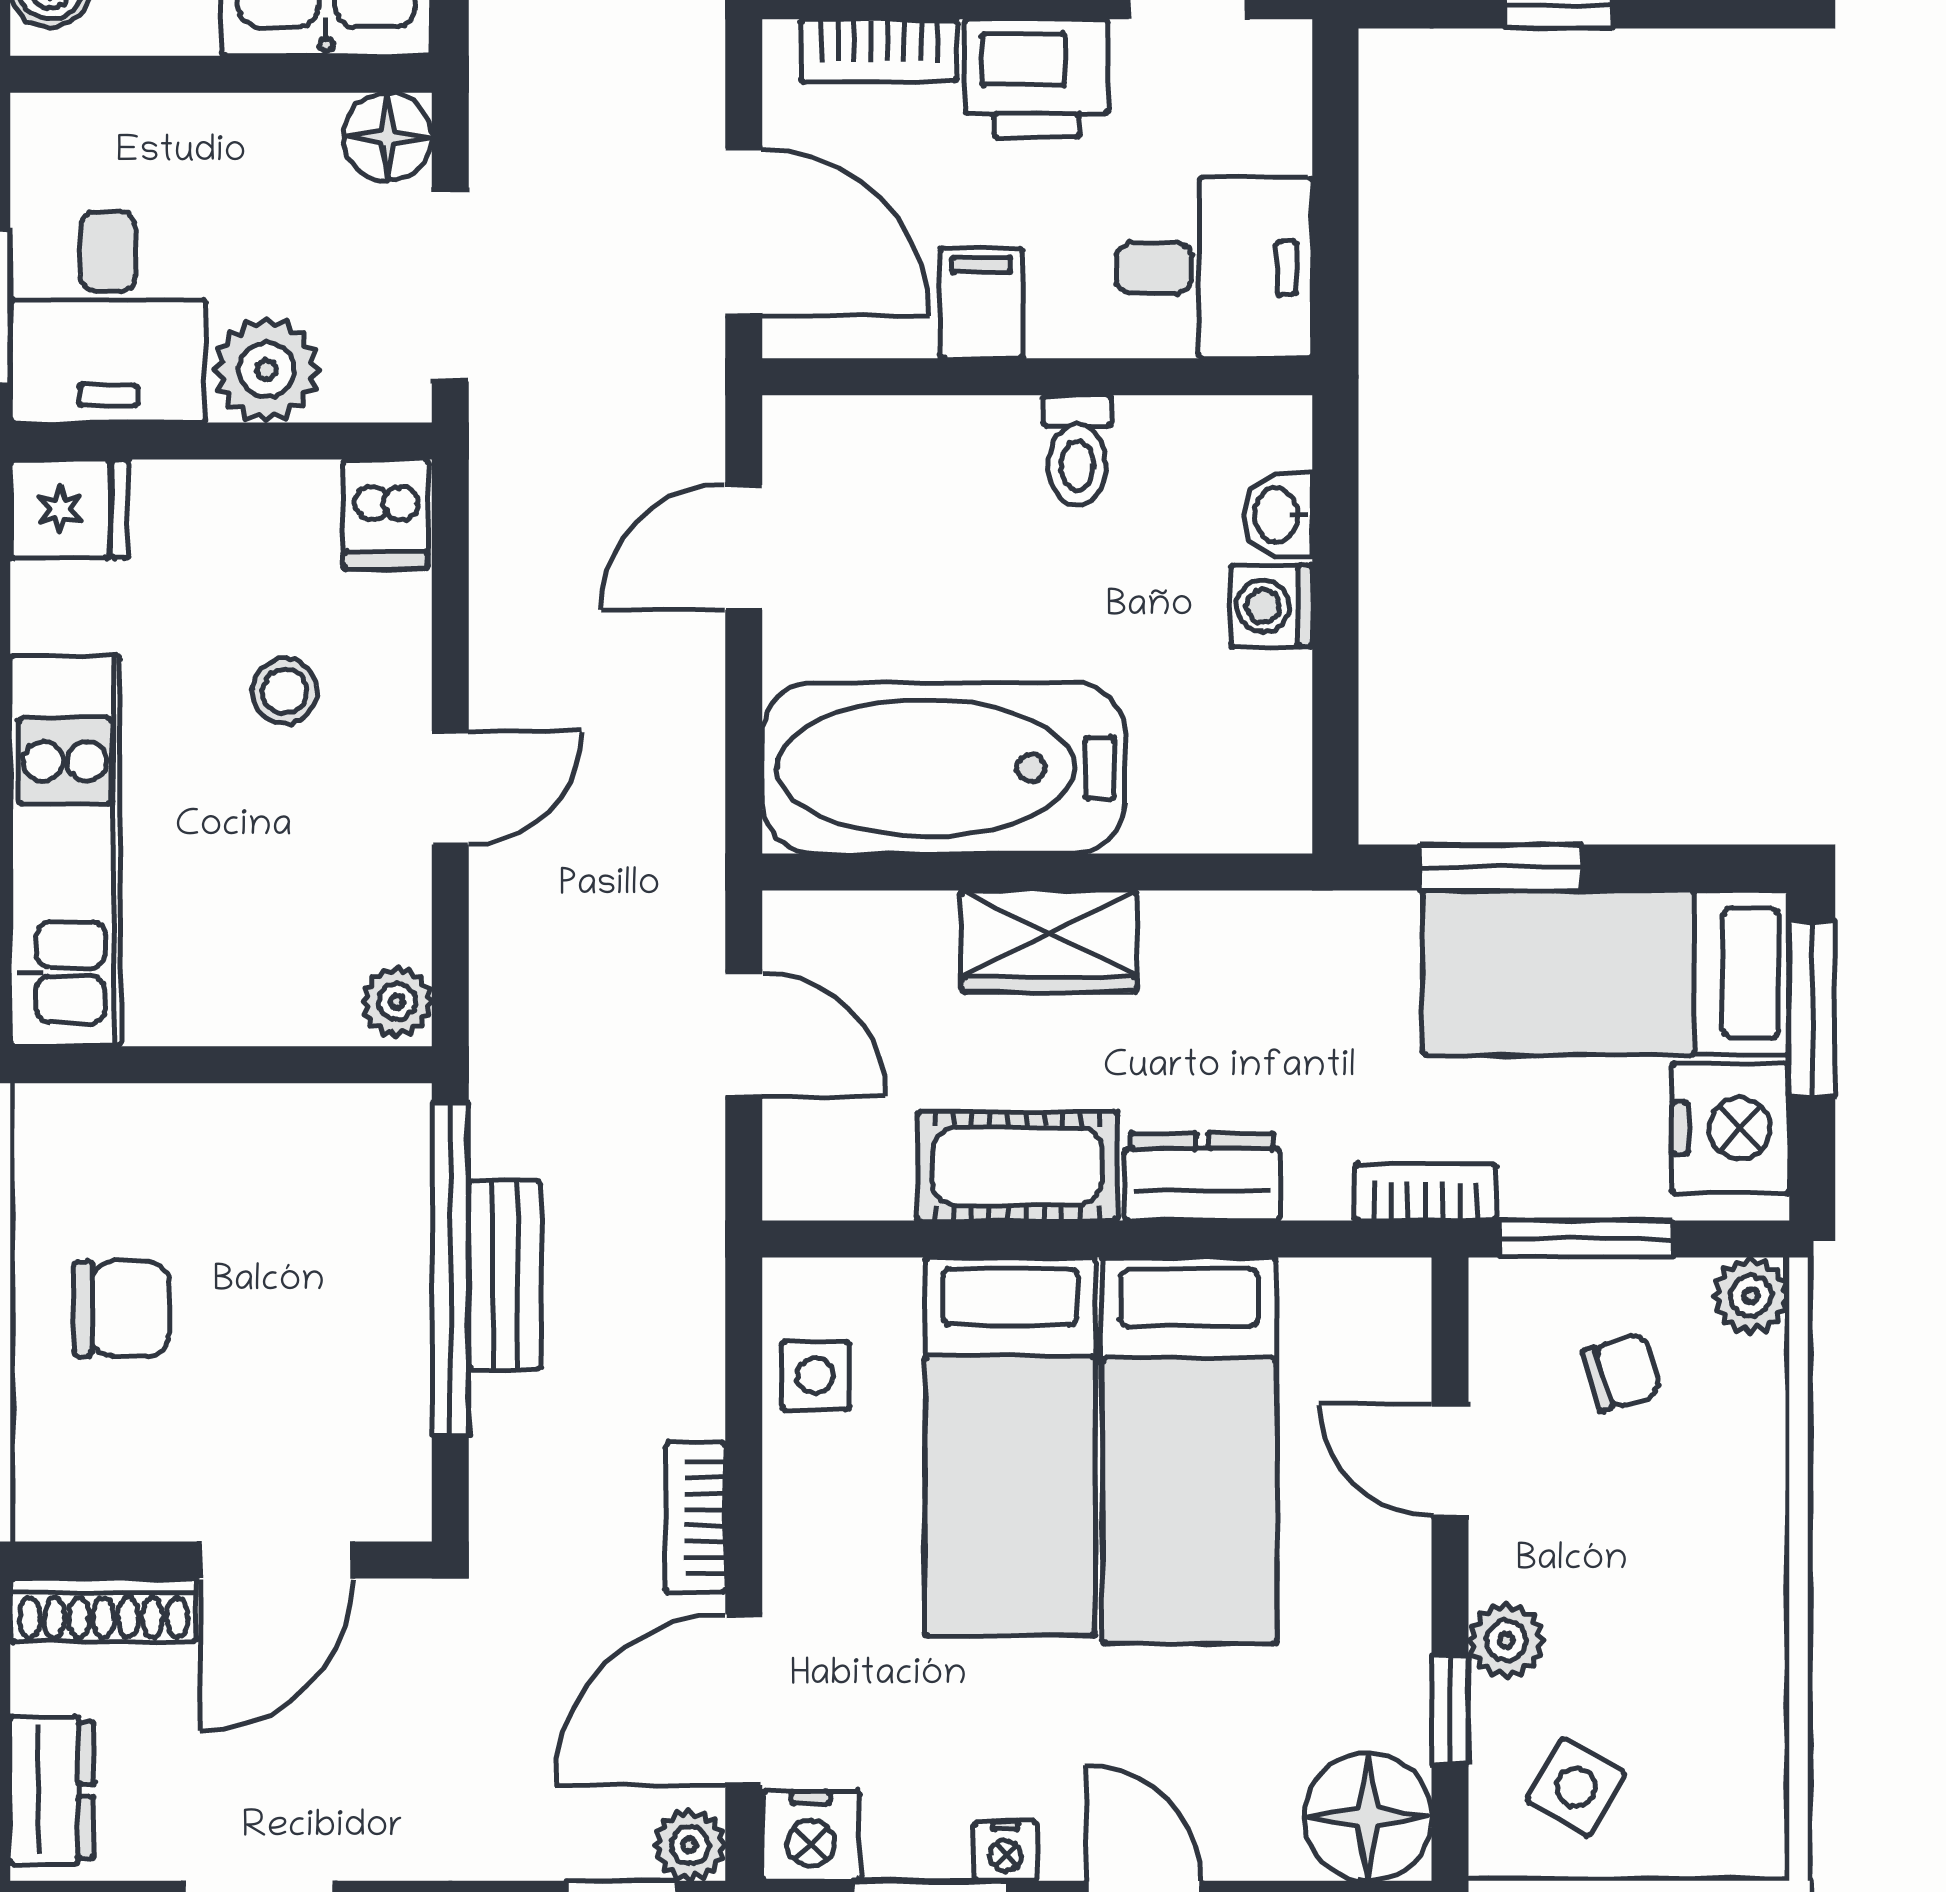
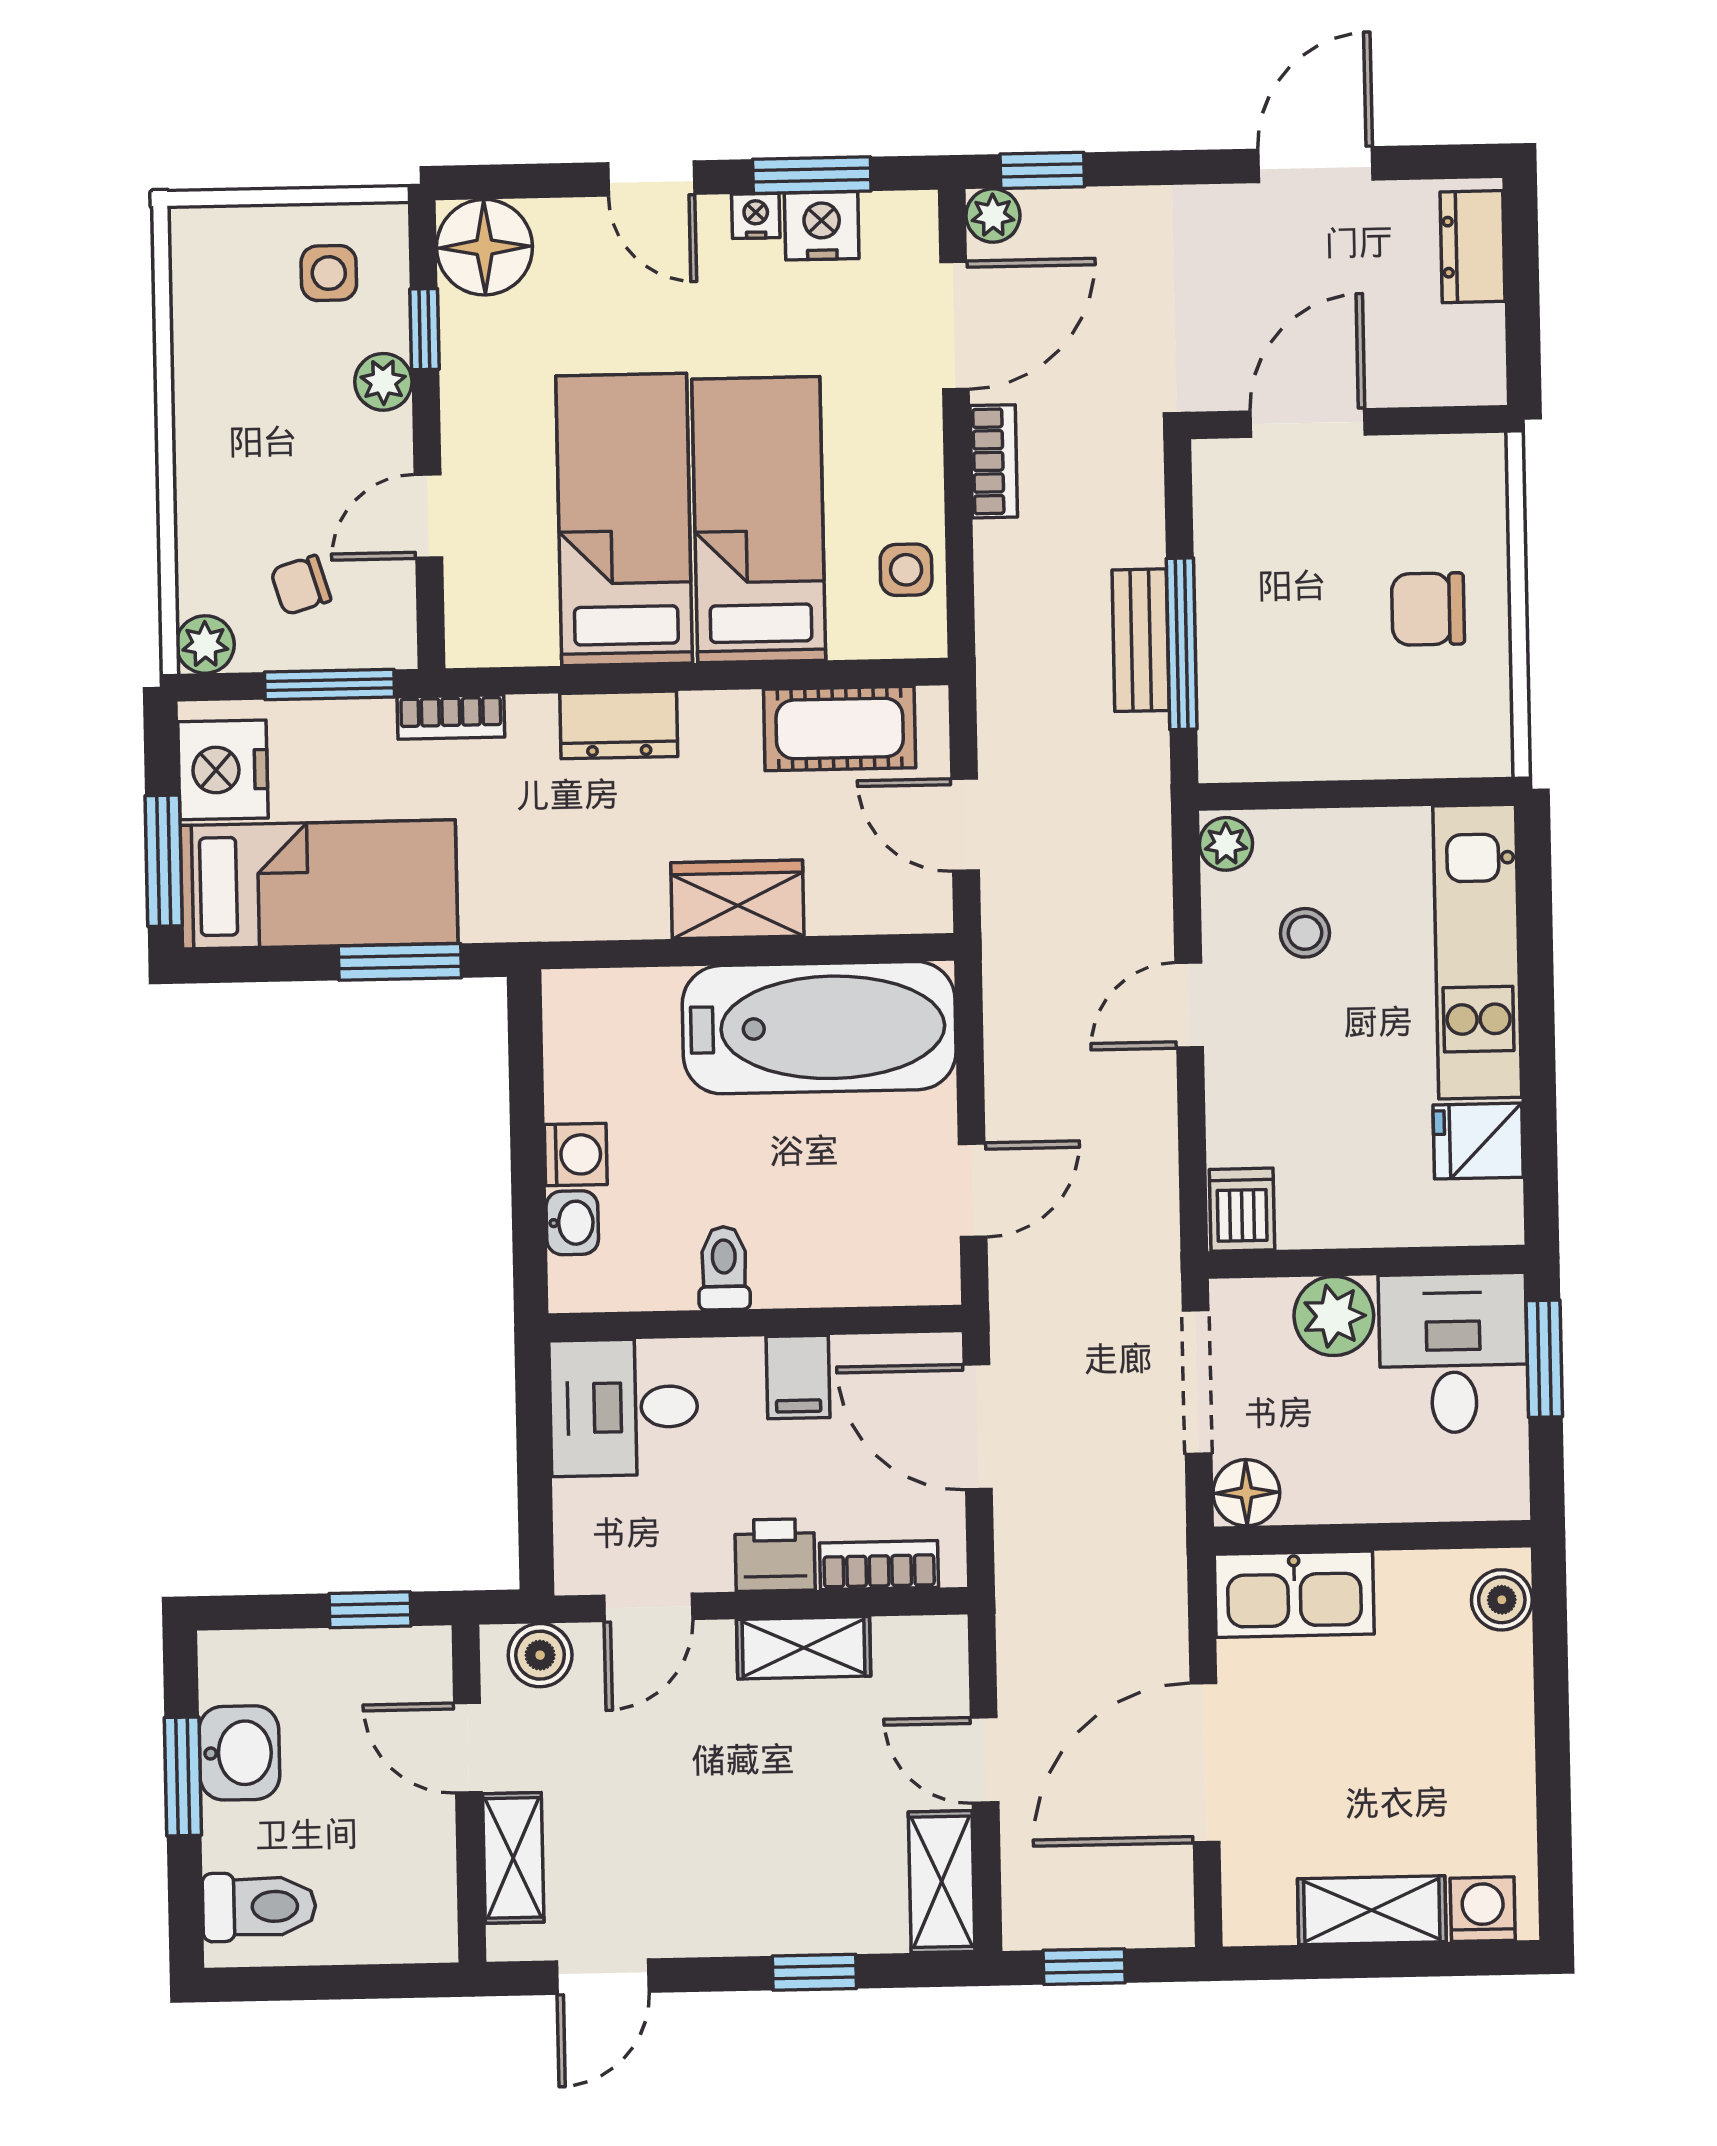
printer: (1036, 78) -> (775, 1555), width x0.73, depth x0.81
fridge: (69, 509) -> (1478, 1141), moved
stool: (285, 691) -> (1305, 933), moved
cot: (1017, 1166) -> (840, 728), moved
window: (450, 1269) -> (1182, 644), width x0.68
door: (1450, 1460) -> (428, 516), swing flipped
shoe rack: (103, 1610) -> (1437, 383), removed
side table: (1576, 1787) -> (329, 273), turned -30
nightstand: (811, 1836) -> (822, 226), moved

